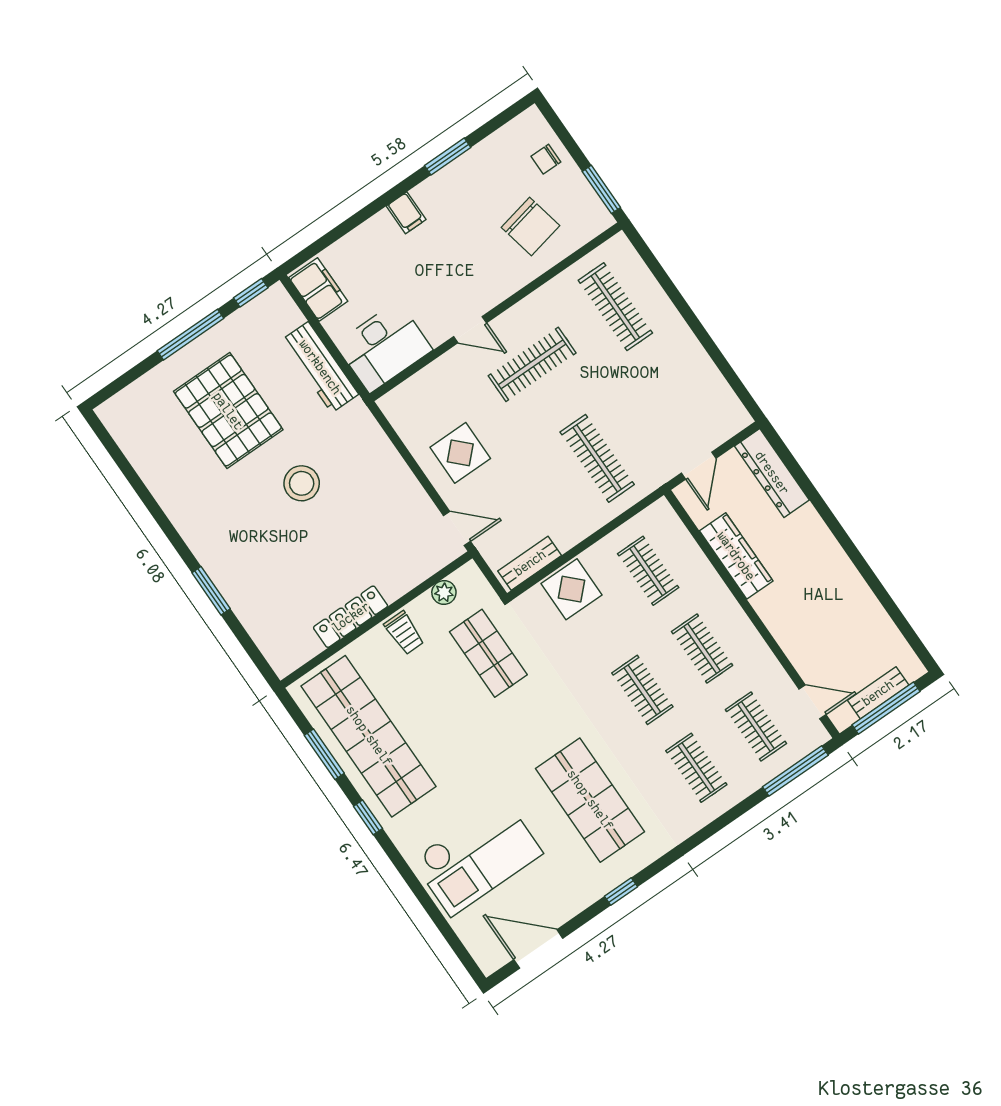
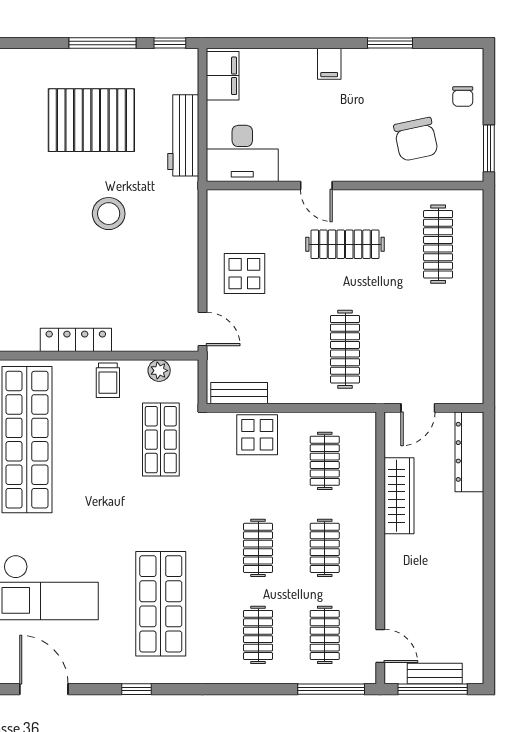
chair: (546, 159) -> (463, 96), turned -90
pallet: (228, 411) -> (91, 120), turned 90

